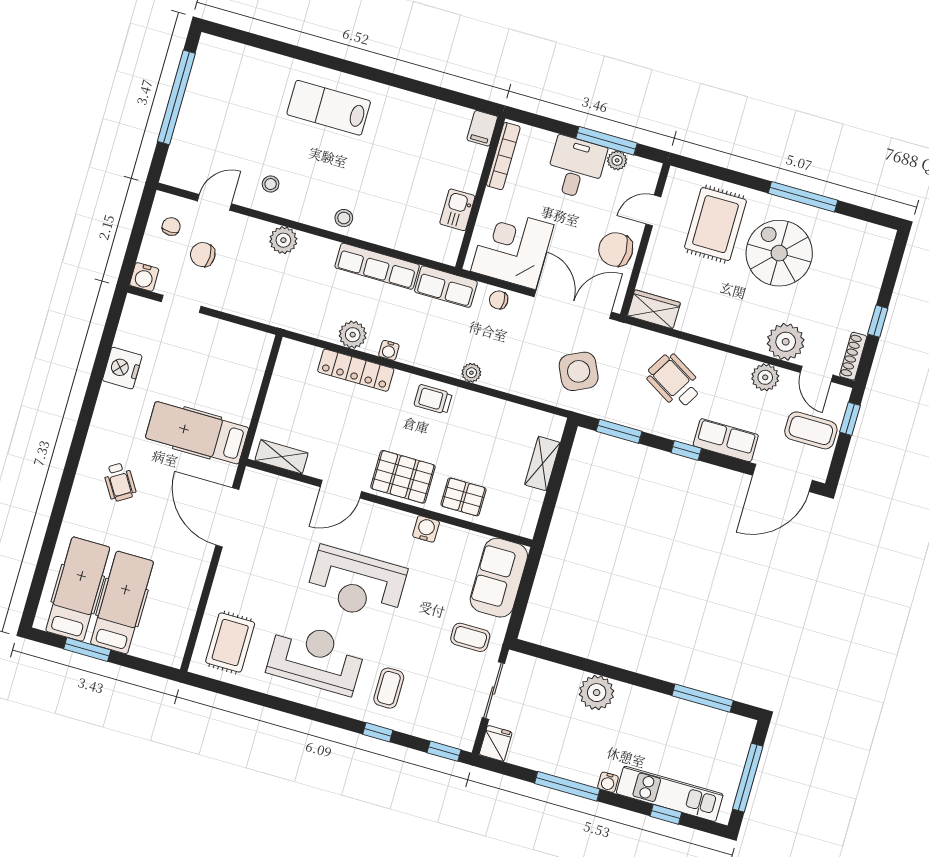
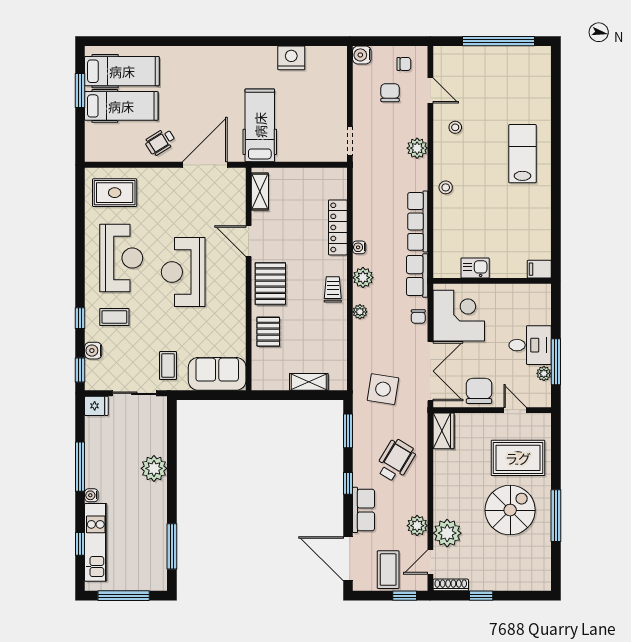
bookcase: (503, 156) -> (523, 290), removed
chair: (499, 300) -> (418, 316), turned 180
doorway: (181, 304) -> (350, 141), moved
plant: (353, 335) -> (363, 278), moved
side table: (579, 371) -> (383, 389), turned 34
wheelchair: (120, 482) -> (160, 142), moved
water cooler: (426, 529) -> (93, 351), moved, turned 180

